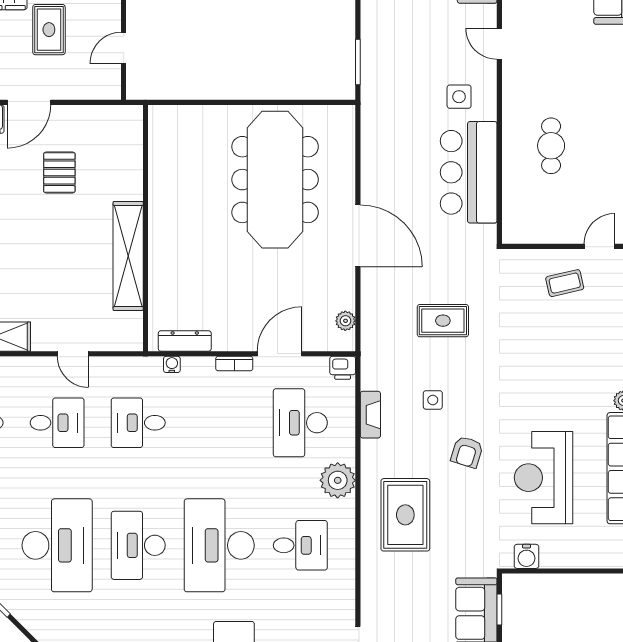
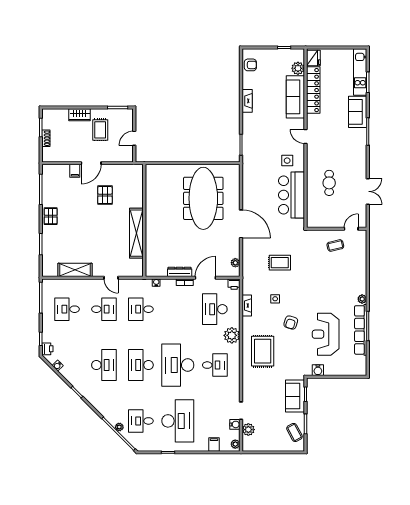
dresser: (185, 341) -> (180, 272), moved
desk: (57, 545) -> (104, 365), width x0.73, depth x0.77

